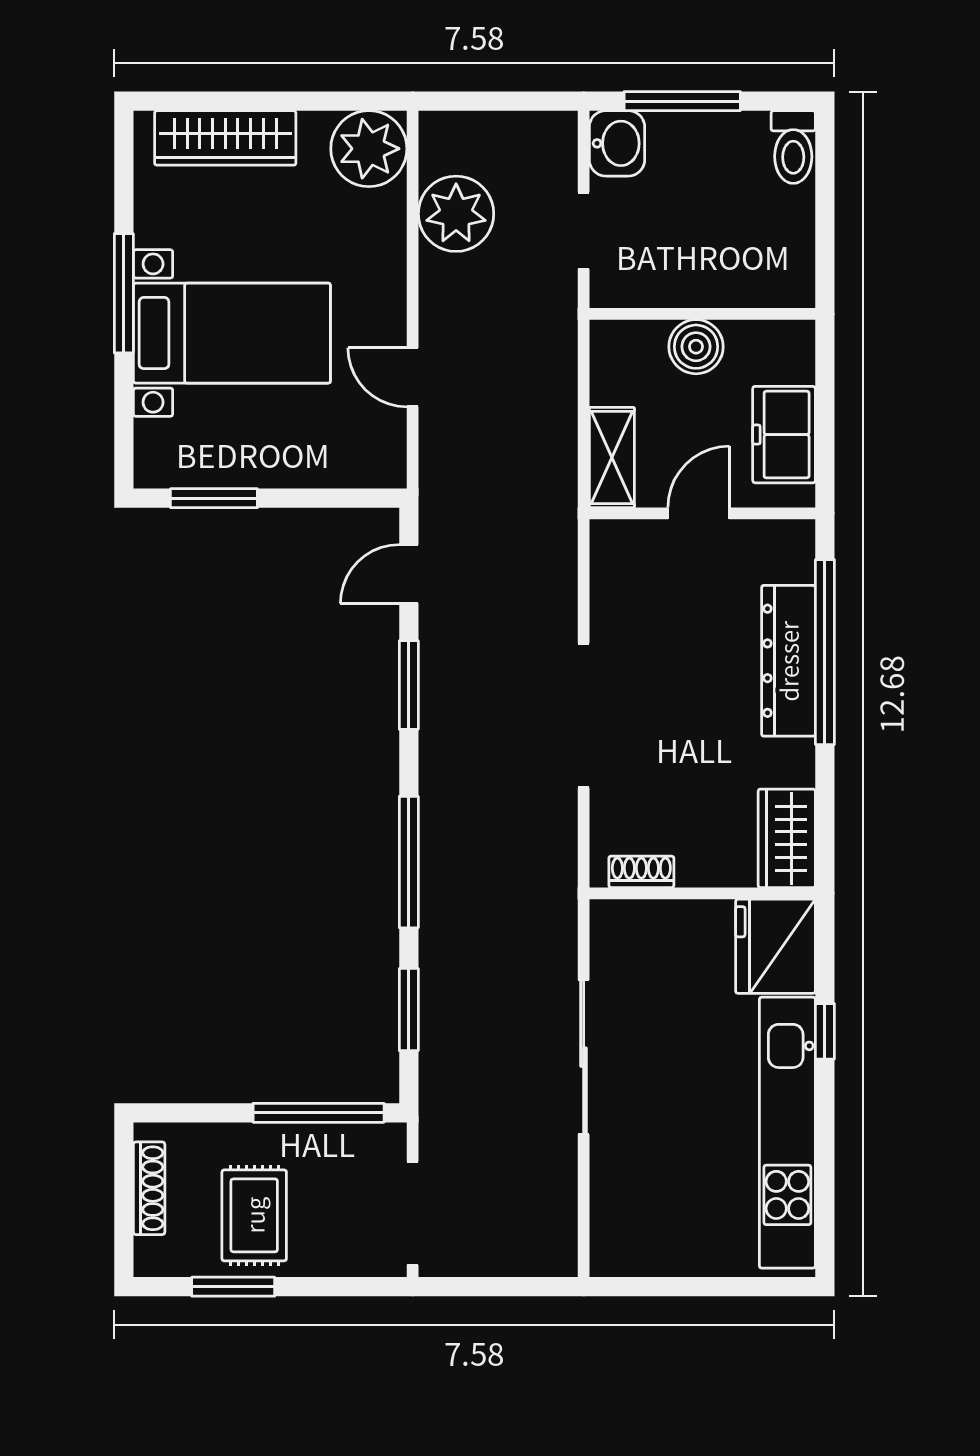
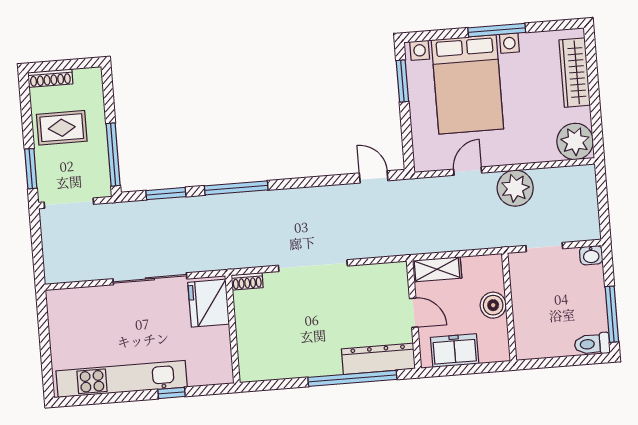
window: (682, 101) -> (612, 314), moved
washbasin: (617, 143) -> (591, 255), width x0.72, depth x0.69
plant: (456, 214) -> (515, 188), moved
bed with nightstands: (232, 333) -> (467, 84), width x1.36
dresser: (788, 661) -> (378, 359), moved
window: (409, 685) -> (321, 181), removed
wardrobe: (787, 838) -> (262, 367), removed
shoe rack: (641, 872) -> (247, 281), moved, turned 90
fridge: (775, 946) -> (209, 303), moved, turned -90
shoe rack: (149, 1188) -> (50, 78), moved
window: (233, 1287) -> (31, 169), moved

